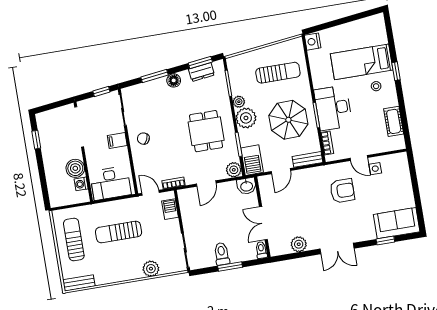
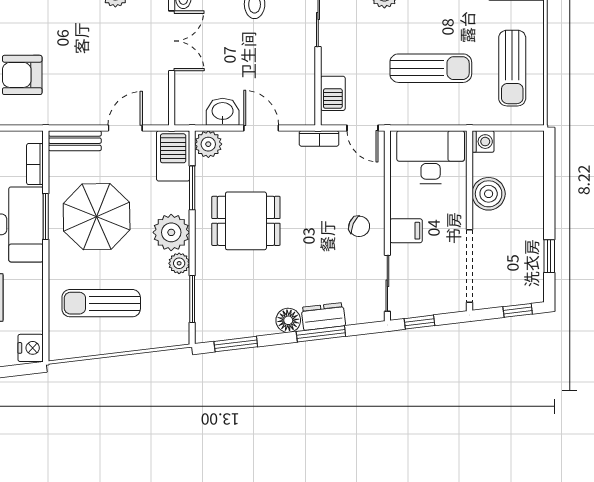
dresser: (202, 72) -> (323, 317), moved
window: (49, 107) -> (518, 310), added
dining table: (206, 131) -> (246, 221), turned 90
washing machine: (81, 184) -> (483, 142), moved
door: (206, 184) -> (261, 128), hinge flipped
washbasin: (247, 186) -> (223, 112), moved

